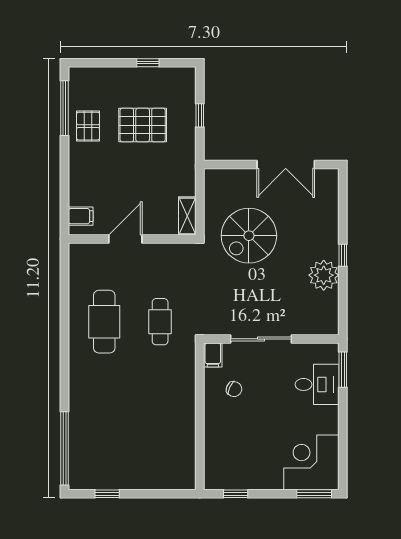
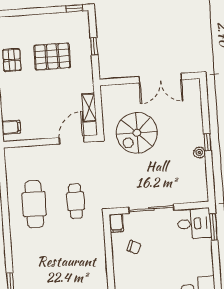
window: (148, 63) -> (74, 8), moved
shelving: (187, 216) -> (89, 107), moved
door: (125, 239) -> (72, 140), moved
plant: (324, 275) -> (199, 152), width x0.53, depth x0.53
desk: (317, 384) -> (194, 224), moved

